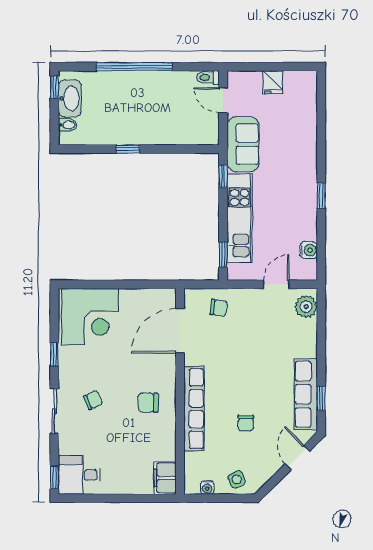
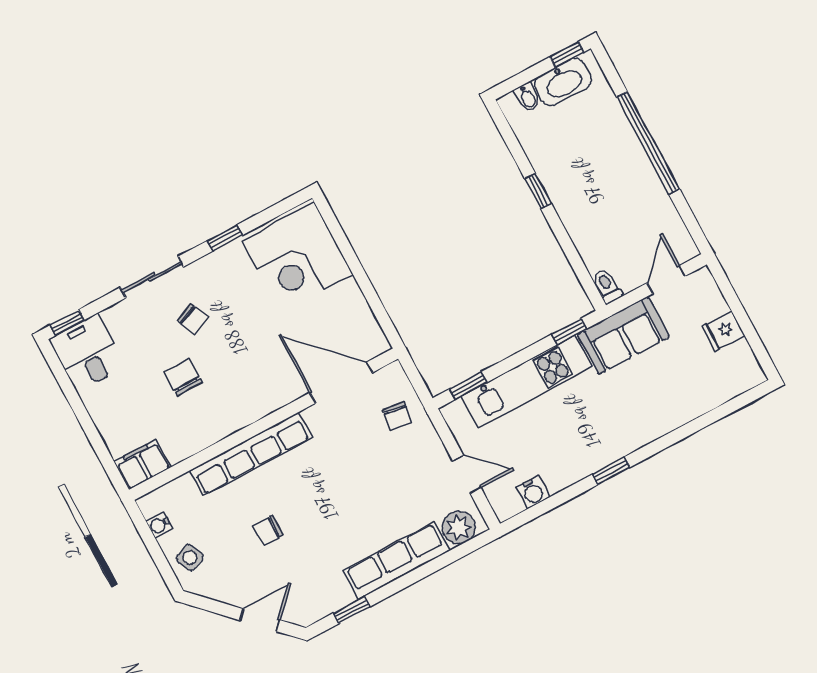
toilet: (208, 78) -> (607, 286), moved
row of seats: (306, 394) -> (397, 560), moved
chair: (148, 403) -> (183, 377), moved

